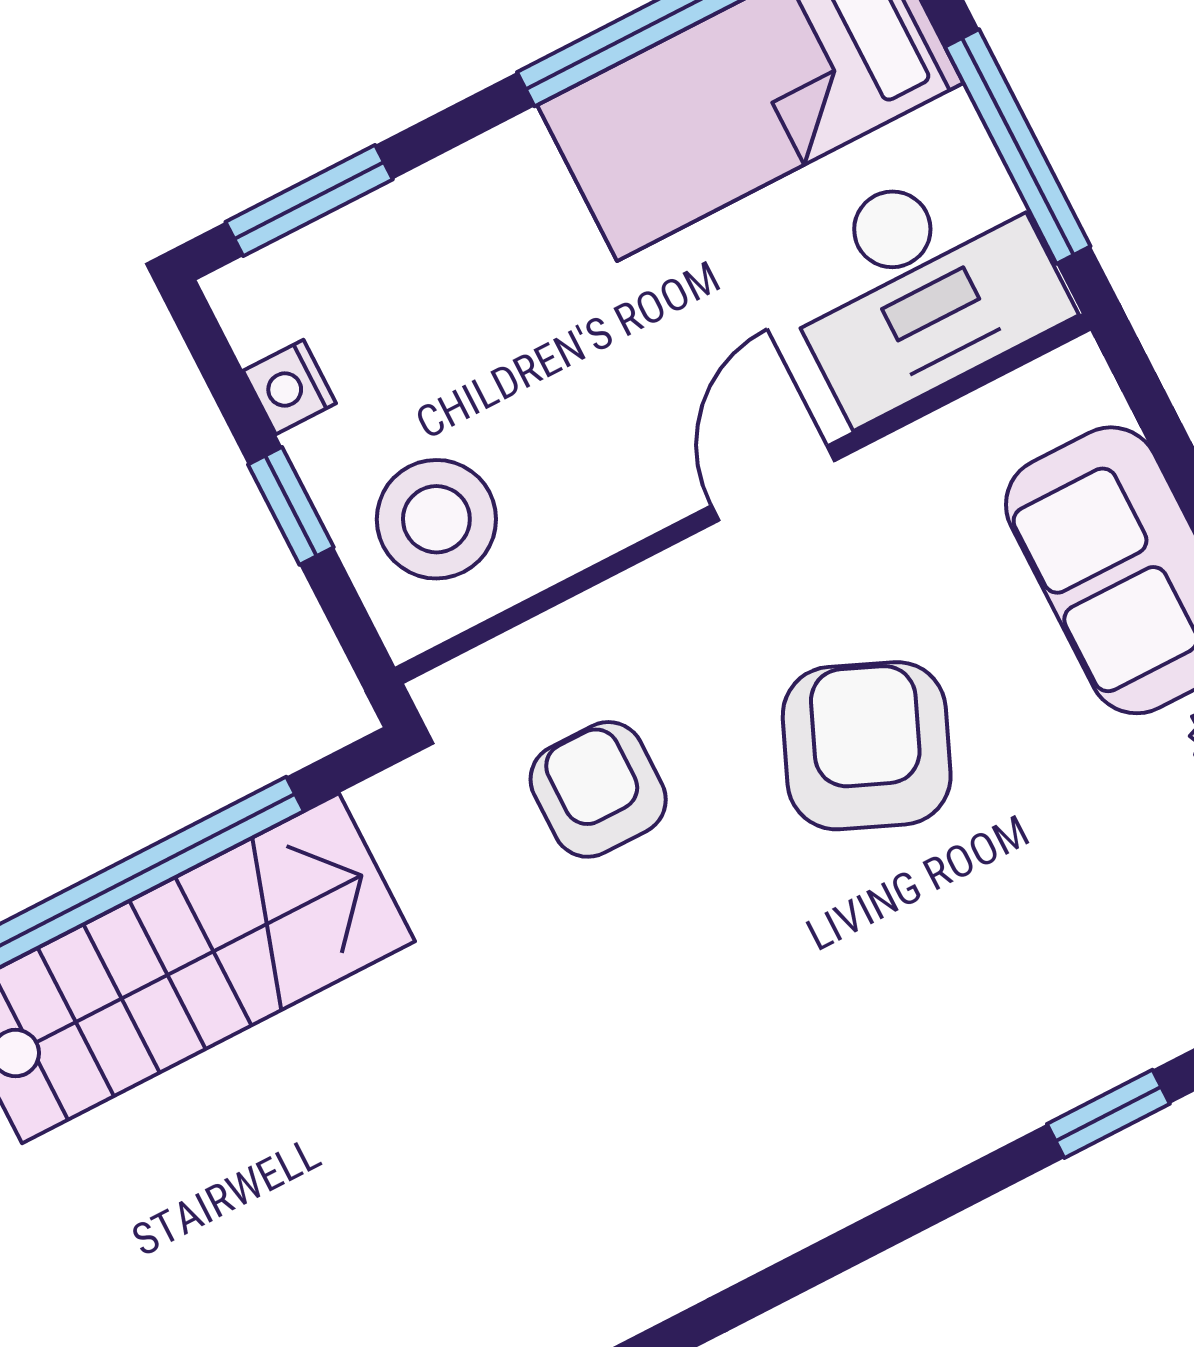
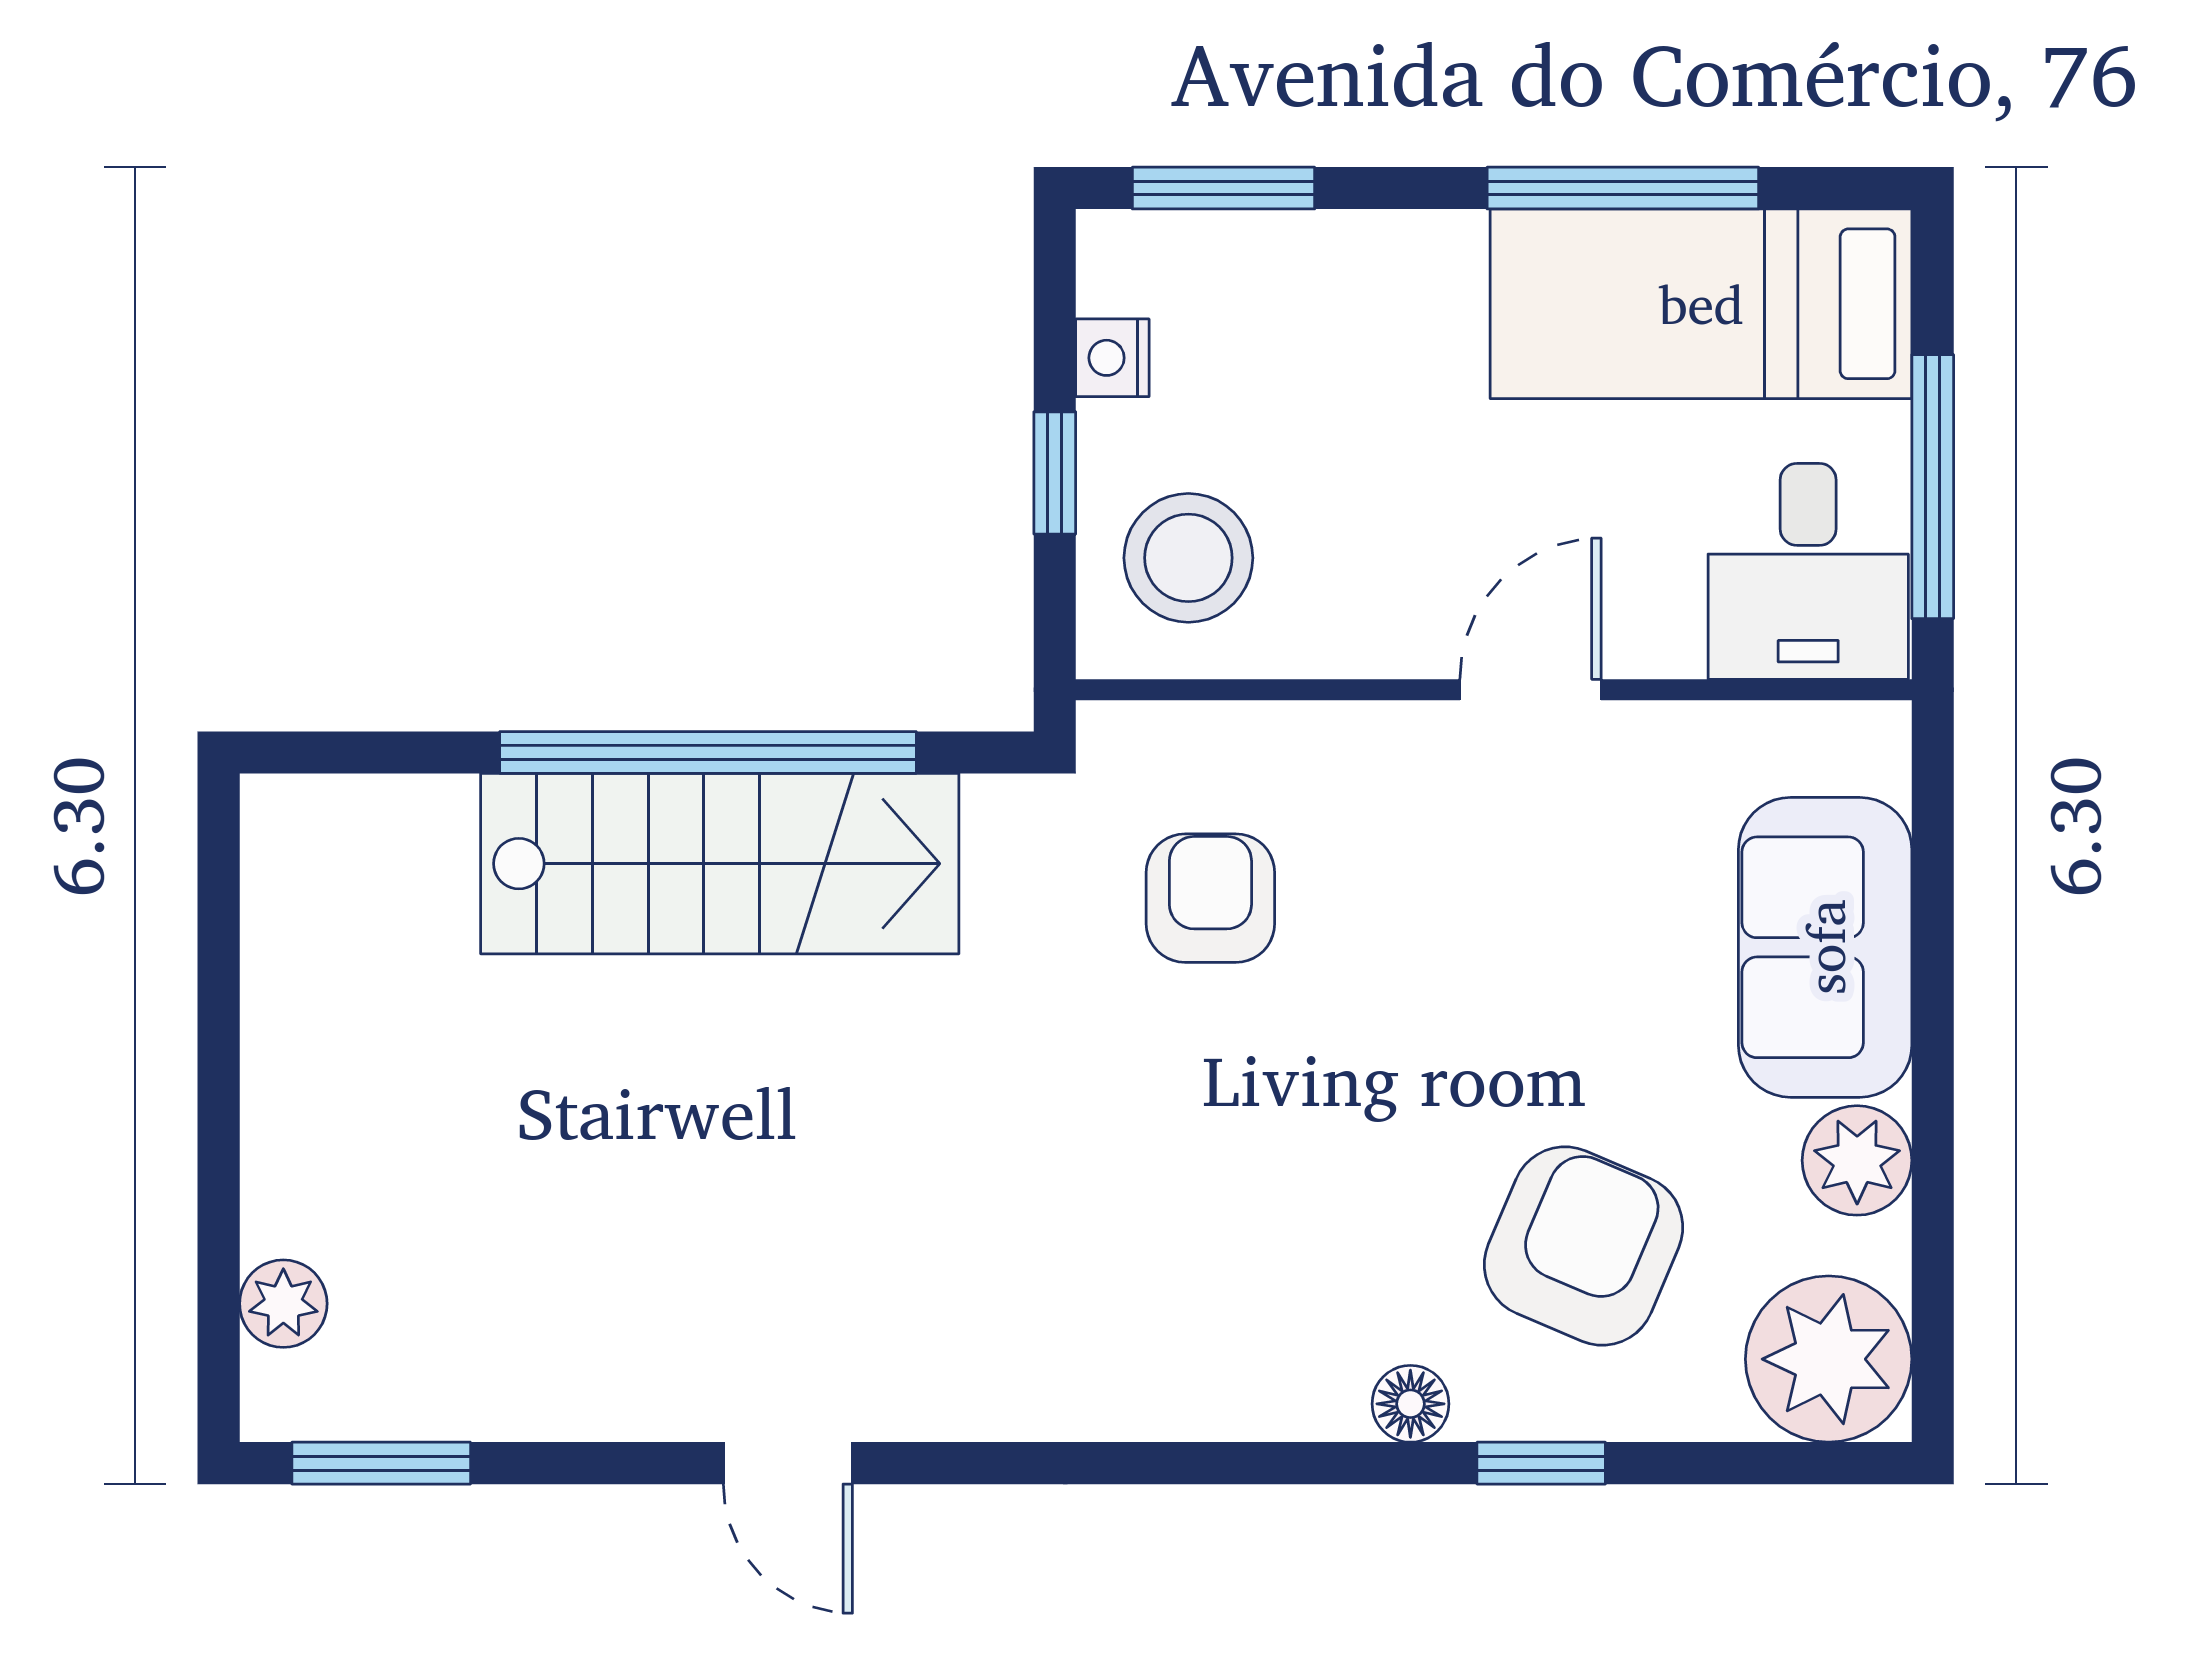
desk: (921, 284) -> (1808, 571), width x0.73
armchair: (867, 746) -> (1584, 1246), moved
floor lamp: (976, 1120) -> (1410, 1404), added

